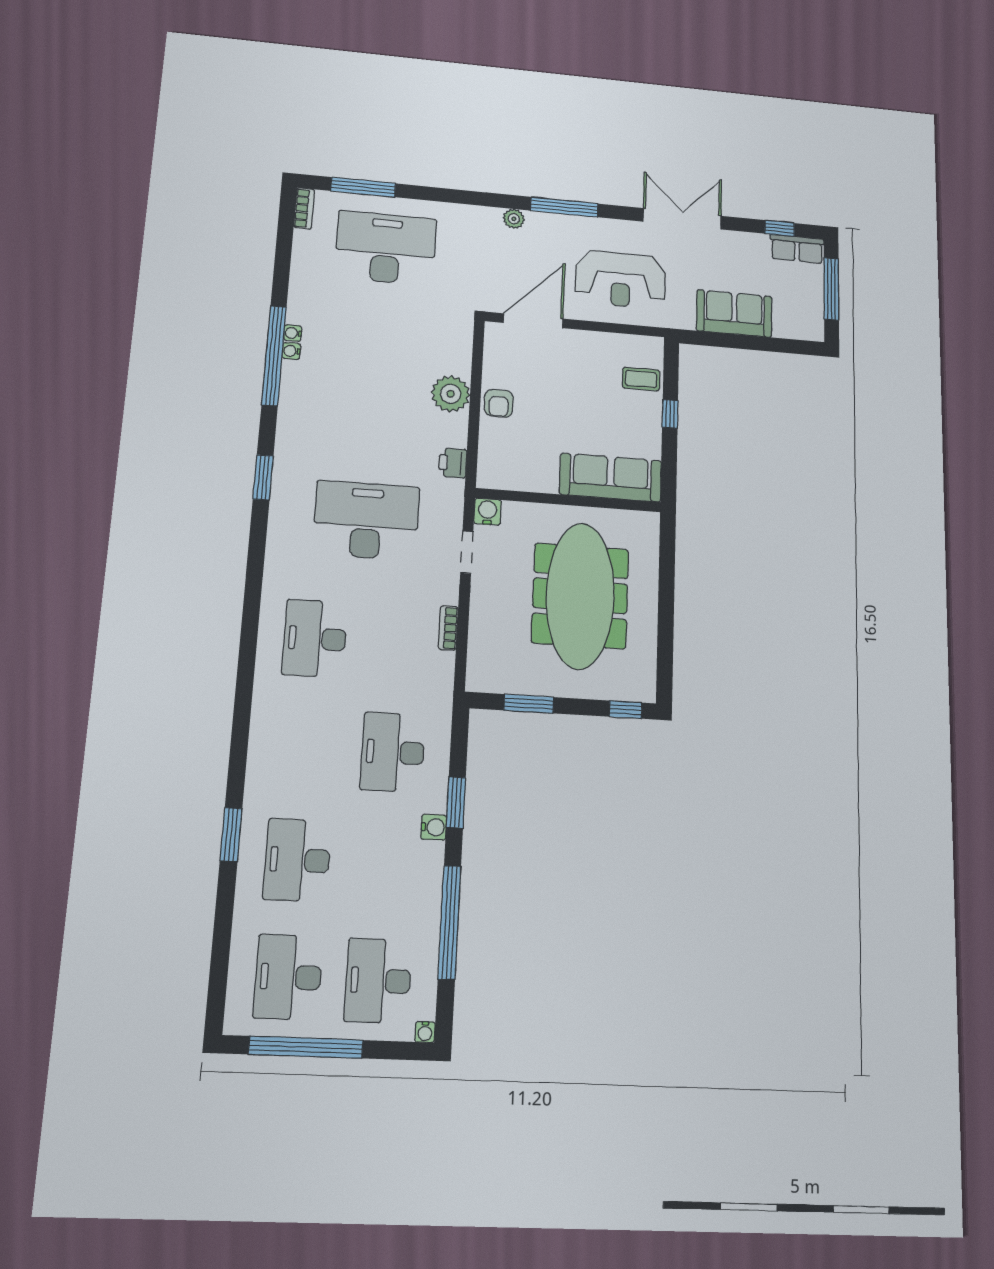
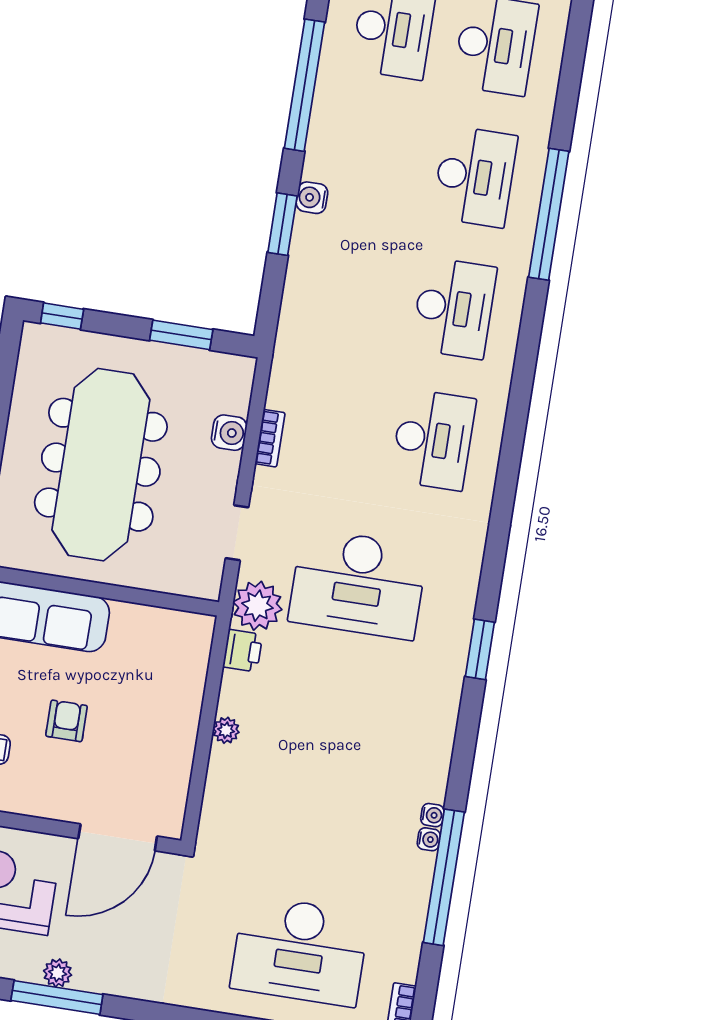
plant: (514, 219) -> (58, 973), moved
window: (274, 356) -> (444, 877), moved
plant: (451, 394) -> (226, 730), width x0.53, depth x0.53
armchair: (499, 403) -> (67, 721), moved
plant: (445, 498) -> (257, 606), added
water cooler: (488, 512) -> (229, 433), moved, turned -90
desk: (393, 752) -> (454, 308), moved
window: (231, 835) -> (549, 214), width x2.11

